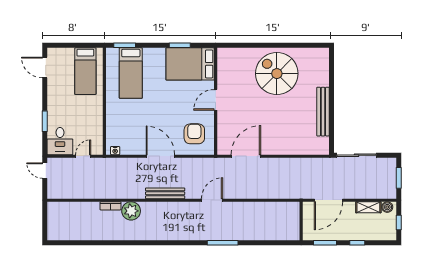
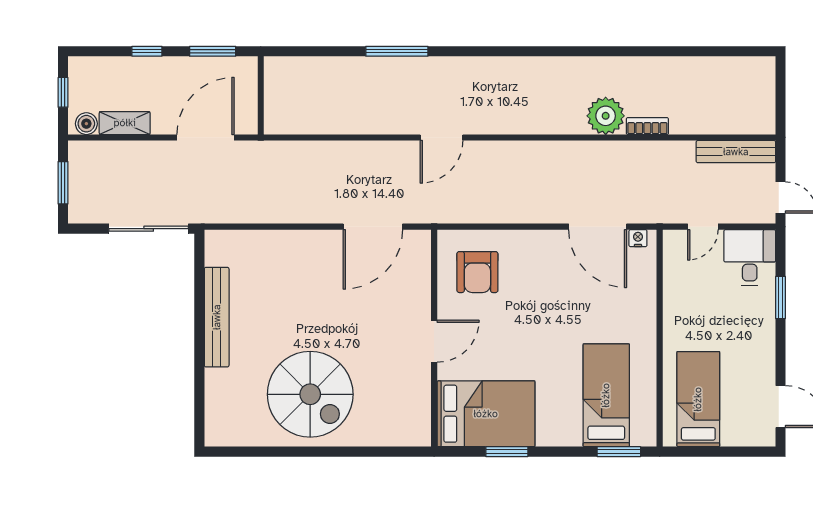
door: (160, 156) -> (598, 227), moved
bench: (165, 193) -> (736, 152), moved
window: (223, 243) -> (397, 51), moved

